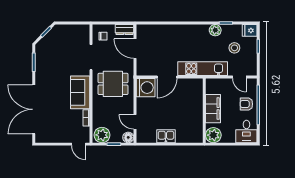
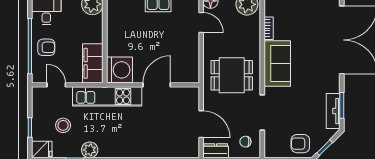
armchair: (64, 35) -> (300, 144), added
tv unit: (40, 58) -> (333, 111), added
washing machine: (146, 88) -> (120, 70), moved, turned 180
filing cabinet: (213, 109) -> (93, 63), moved

